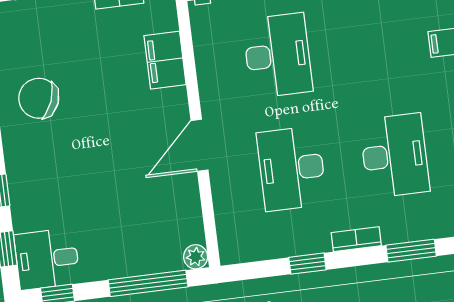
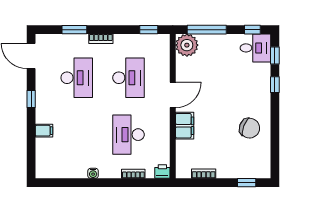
filing cabinet: (165, 60) -> (185, 126), moved
desk: (395, 156) -> (77, 78), turned 180
plant: (196, 257) -> (187, 45), width x1.88, depth x1.88
window: (307, 264) -> (149, 30), moved

